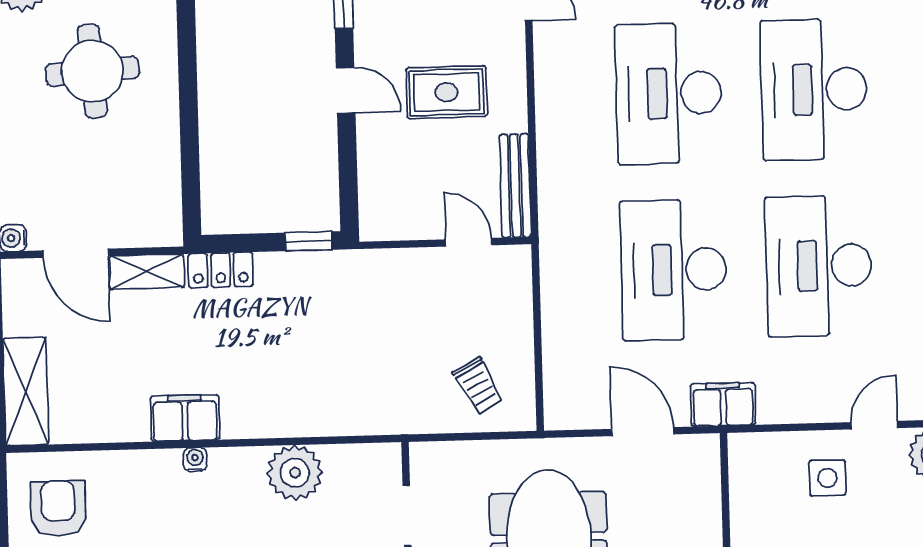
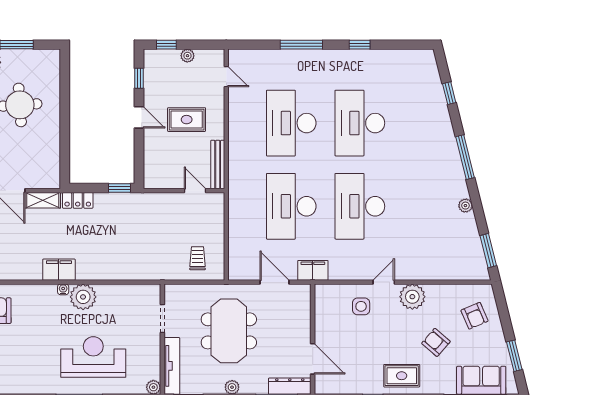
trolley: (478, 386) -> (198, 258), turned -152
plant: (295, 473) -> (83, 297), moved

